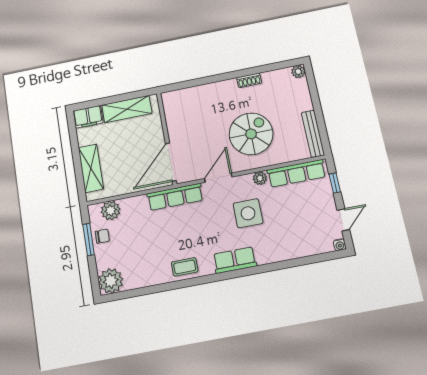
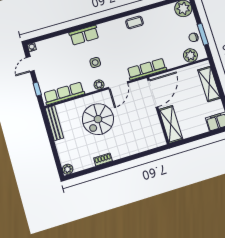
shelving: (127, 109) -> (171, 124), moved, turned 90
plant: (260, 178) -> (99, 85), moved
side table: (248, 213) -> (95, 62), width x0.54, depth x0.54
row of seats: (235, 260) -> (84, 35), moved

